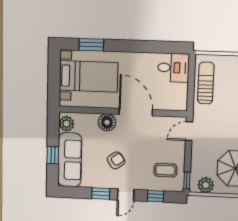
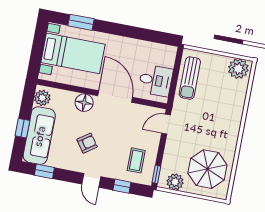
desk: (173, 68) -> (156, 80), moved
sun lounger: (206, 83) -> (190, 78), turned 180
coffee table: (165, 170) -> (136, 160), turned 90
window: (101, 194) -> (44, 171), moved
door: (126, 195) -> (91, 180), hinge flipped

